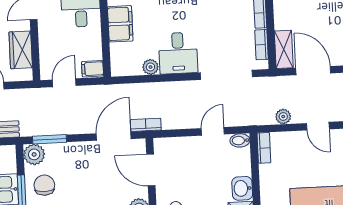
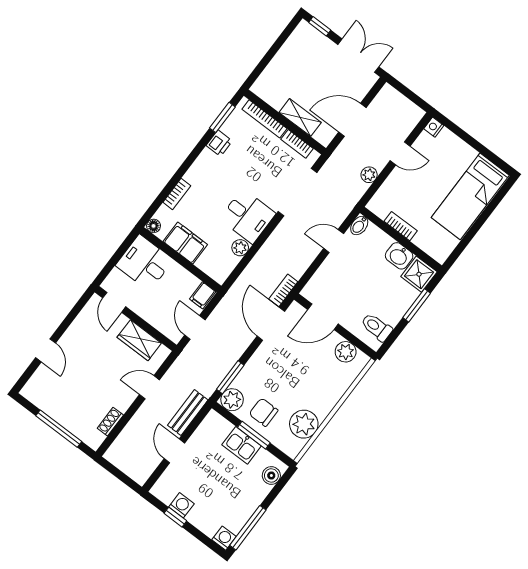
shelving: (284, 49) -> (300, 117), moved
door: (213, 131) -> (334, 241), hinge flipped
bookcase: (264, 148) -> (401, 226), moved

